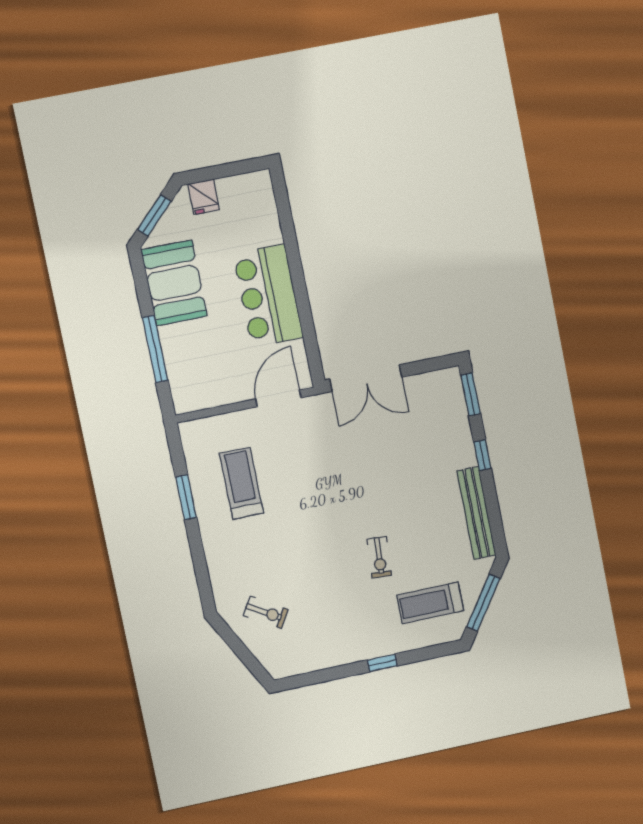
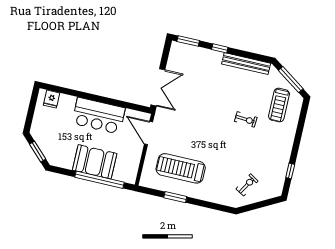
fridge: (204, 197) -> (52, 99), moved, turned 90
booth: (174, 283) -> (95, 162), moved
window: (155, 349) -> (99, 180), width x1.46
treadmill: (241, 483) -> (181, 168), width x1.37, depth x1.38
window: (382, 663) -> (290, 171), moved

